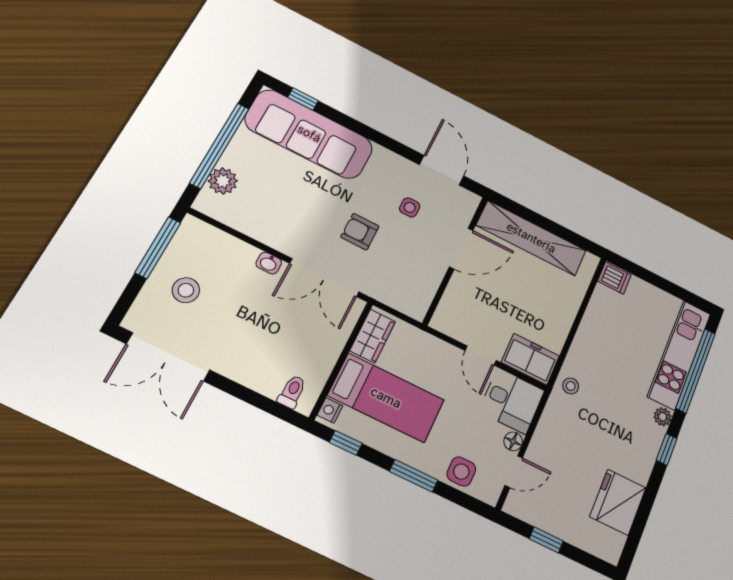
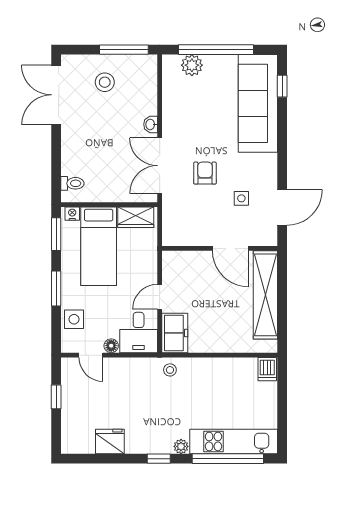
window: (346, 443) -> (56, 234), width x1.50
fridge: (618, 502) -> (110, 442), width x0.73, depth x0.75

